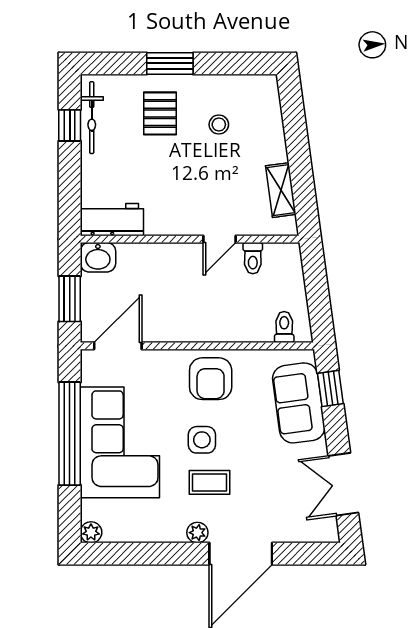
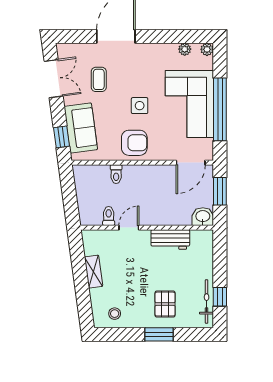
stool: (219, 125) -> (115, 314), moved
shelving: (281, 190) -> (93, 272), moved
workbench: (112, 220) -> (170, 239), moved
toilet: (284, 327) -> (116, 174), moved
armchair: (211, 379) -> (134, 143), turned 90
coffee table: (209, 482) -> (99, 79), moved, turned 90
plant: (197, 533) -> (185, 49), moved

